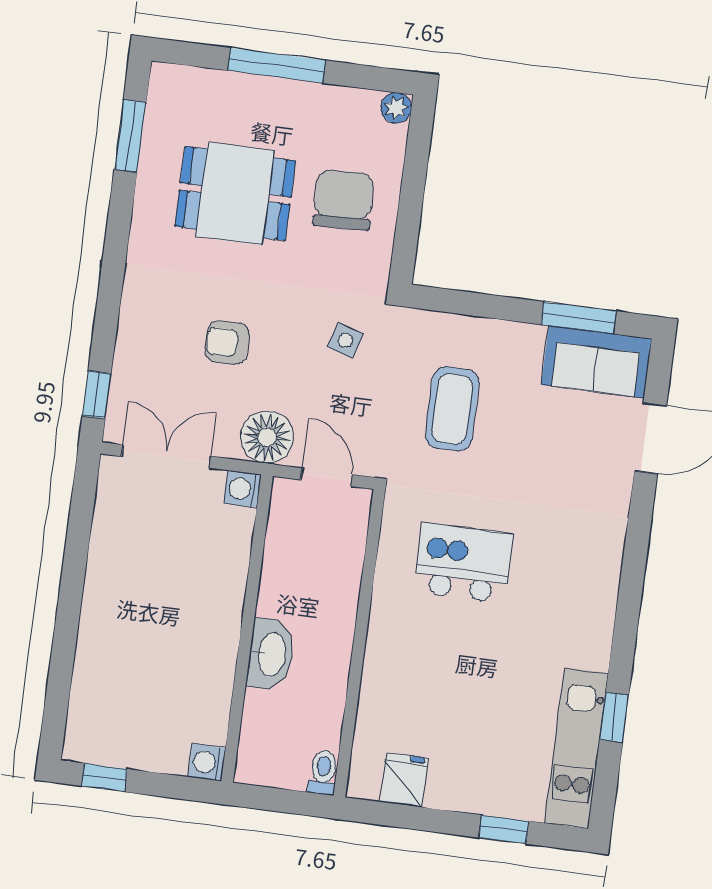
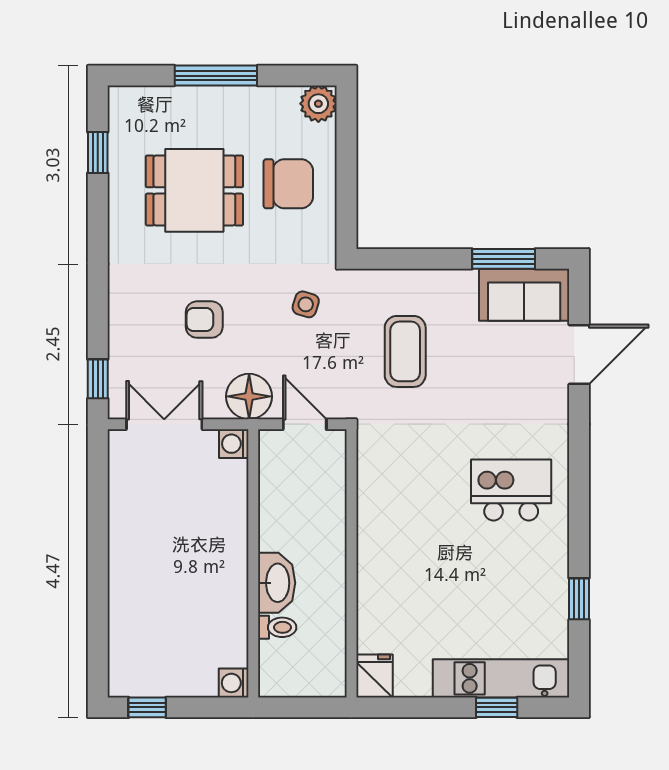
plant: (396, 108) -> (318, 104), width x1.38, depth x1.38
window: (130, 136) -> (98, 153), width x0.67
chair: (343, 200) -> (288, 184), turned 92
kitchen island: (463, 563) -> (511, 490), moved
kitchen unit: (576, 748) -> (501, 678), moved, turned 90
toilet: (323, 772) -> (277, 627), moved, turned 90
fridge: (404, 780) -> (375, 676), moved

